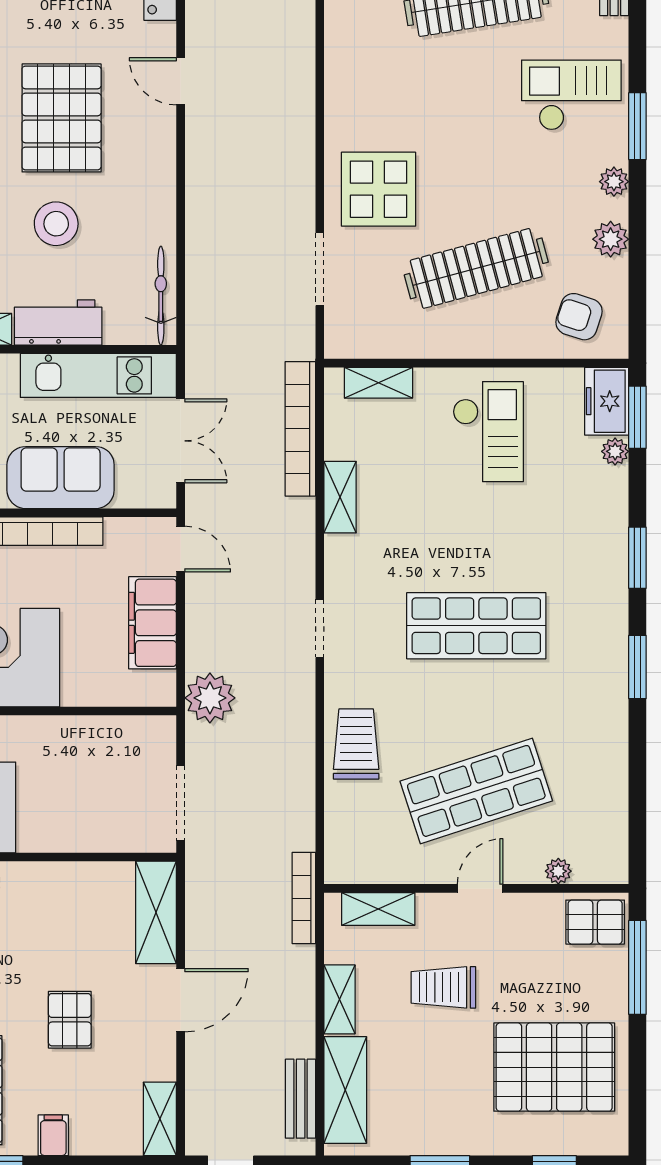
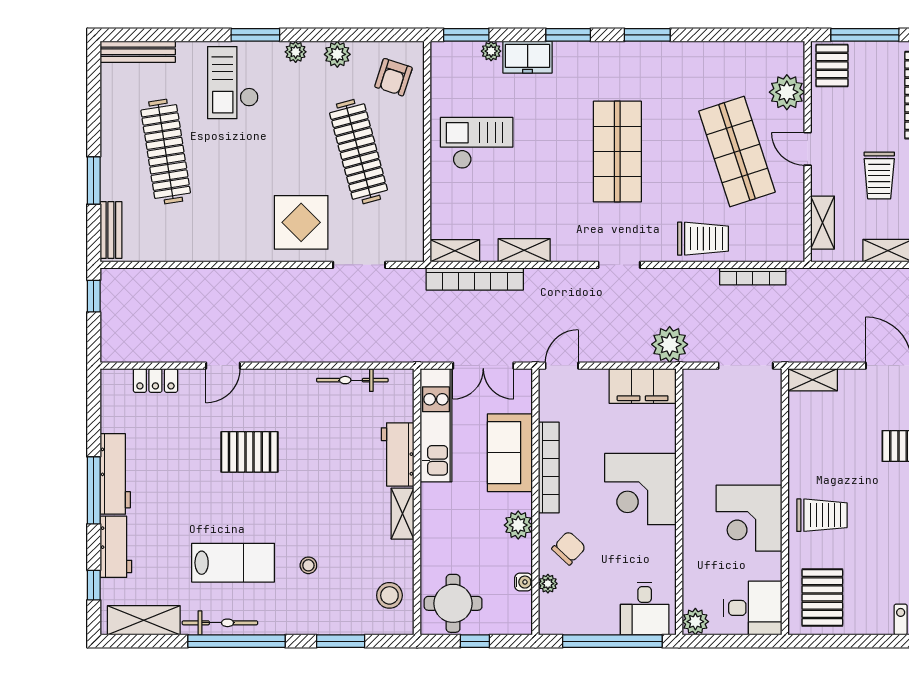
pallet: (62, 118) -> (249, 452), width x0.73, depth x0.71
stool: (56, 224) -> (326, 456), removed
bicycle: (161, 296) -> (352, 380), moved
shelving: (378, 383) -> (455, 251), moved, turned 90
freezer: (607, 401) -> (528, 57), moved
double door: (181, 441) -> (483, 366), swing flipped
filing cabinet: (153, 623) -> (643, 386), moved
trolley: (356, 744) -> (703, 239), turned 180
plant: (558, 871) -> (787, 92), width x1.87, depth x1.87
bookcase: (304, 898) -> (753, 276), moved
shelving: (156, 912) -> (813, 380), width x0.67, depth x0.75

